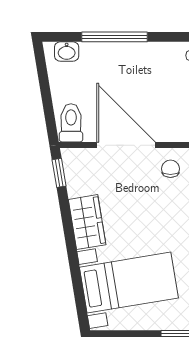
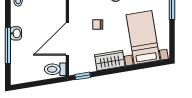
washbasin: (67, 52) -> (16, 33), moved
chair: (170, 169) -> (98, 24), moved

